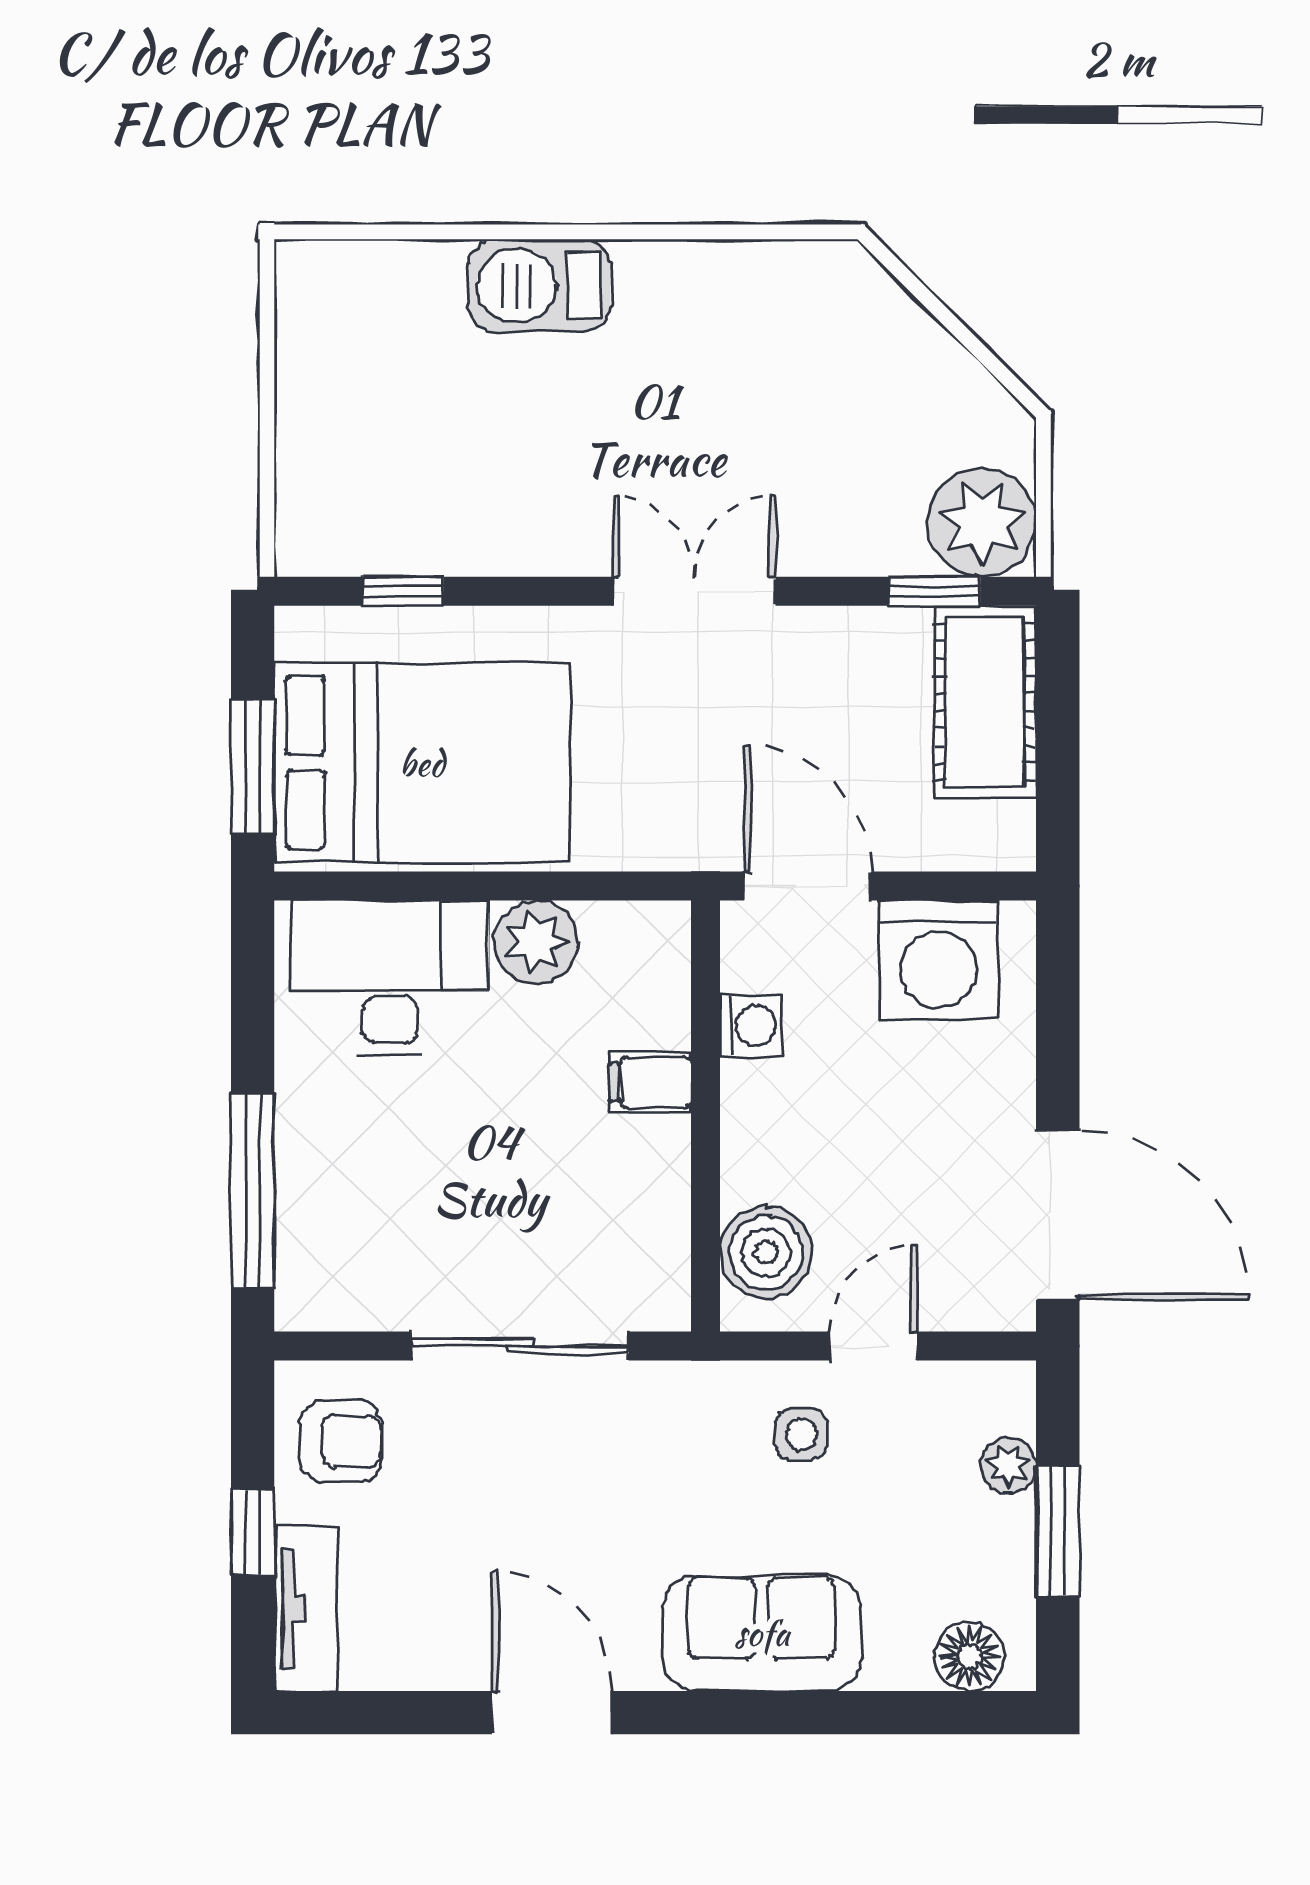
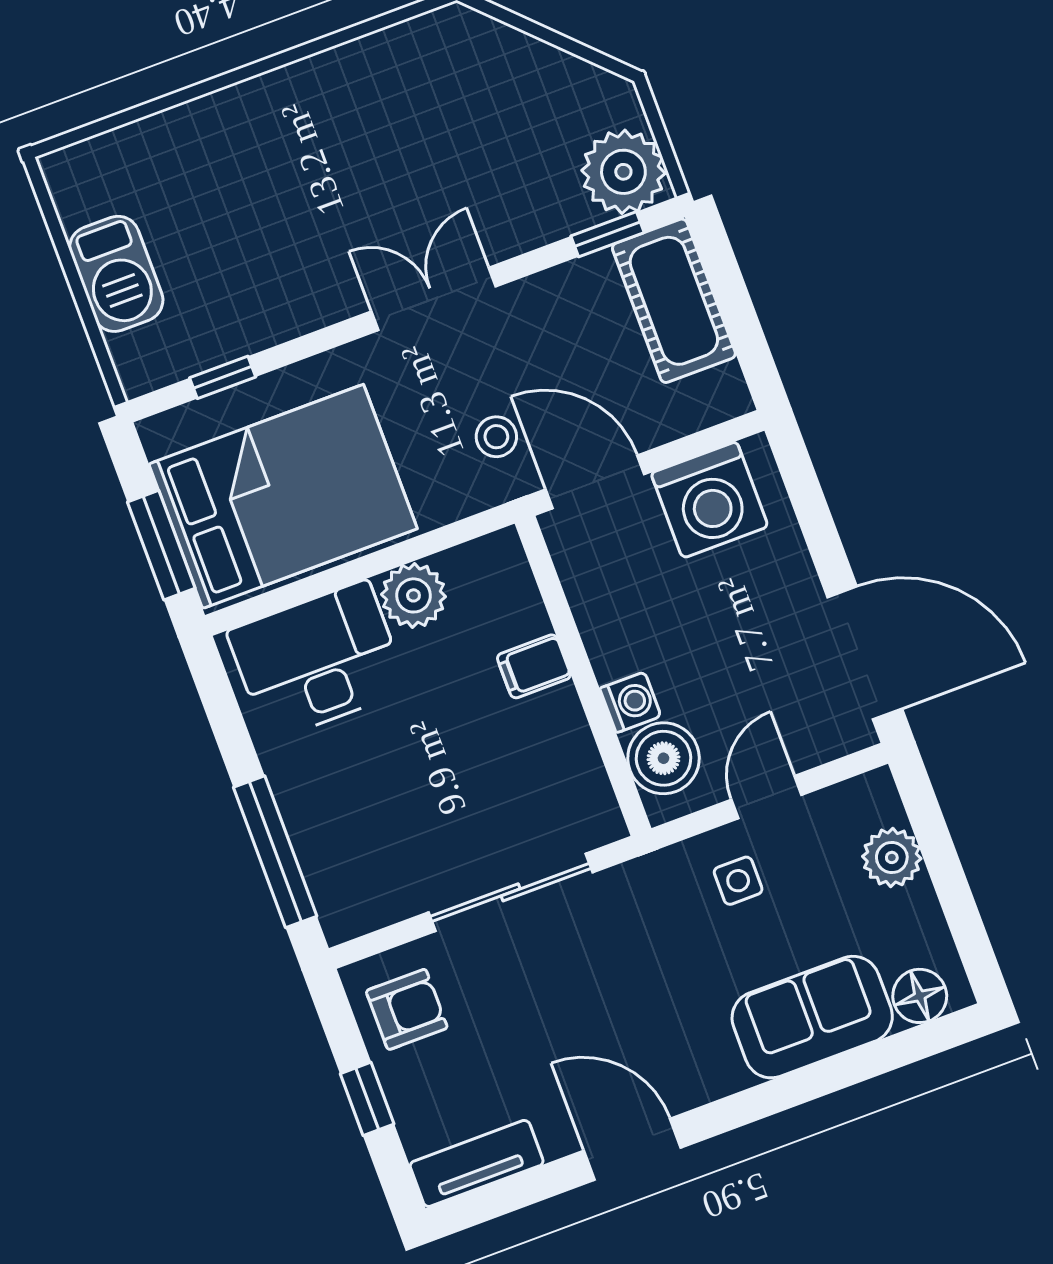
barbecue: (539, 285) -> (116, 274), moved, turned -90
stool: (708, 787) -> (496, 437), added
washing machine: (751, 1026) -> (630, 702), moved
plant: (1009, 1465) -> (892, 857), width x1.38, depth x1.38
window: (1058, 1531) -> (950, 881), removed
tv unit: (306, 1609) -> (477, 1163), moved, turned -90
sofa: (762, 1633) -> (812, 1017), moved

